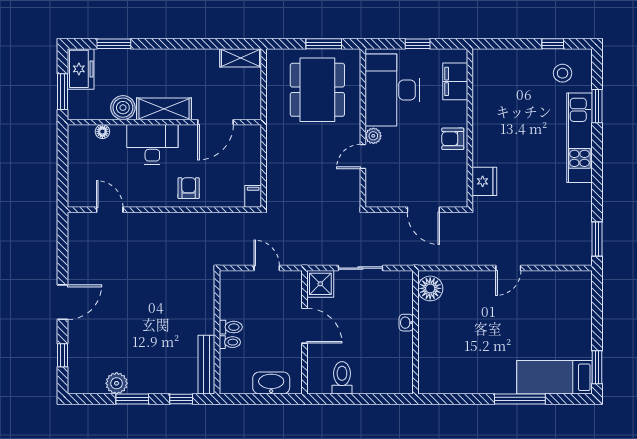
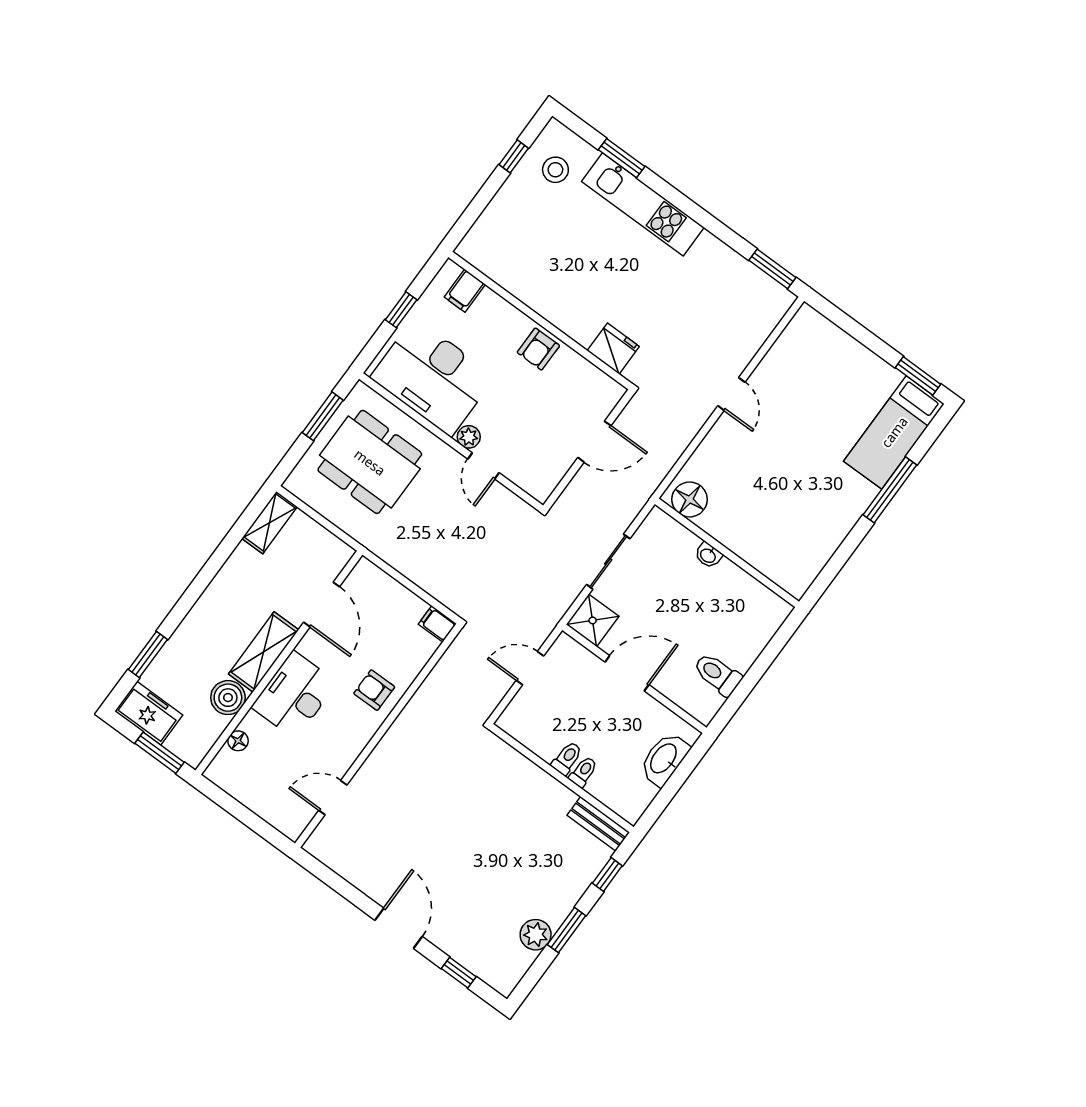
filing cabinet: (455, 81) -> (465, 291), width x0.50
bench: (206, 365) -> (598, 824), width x0.73

